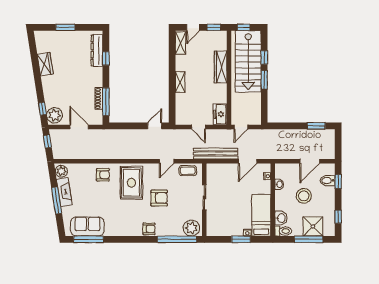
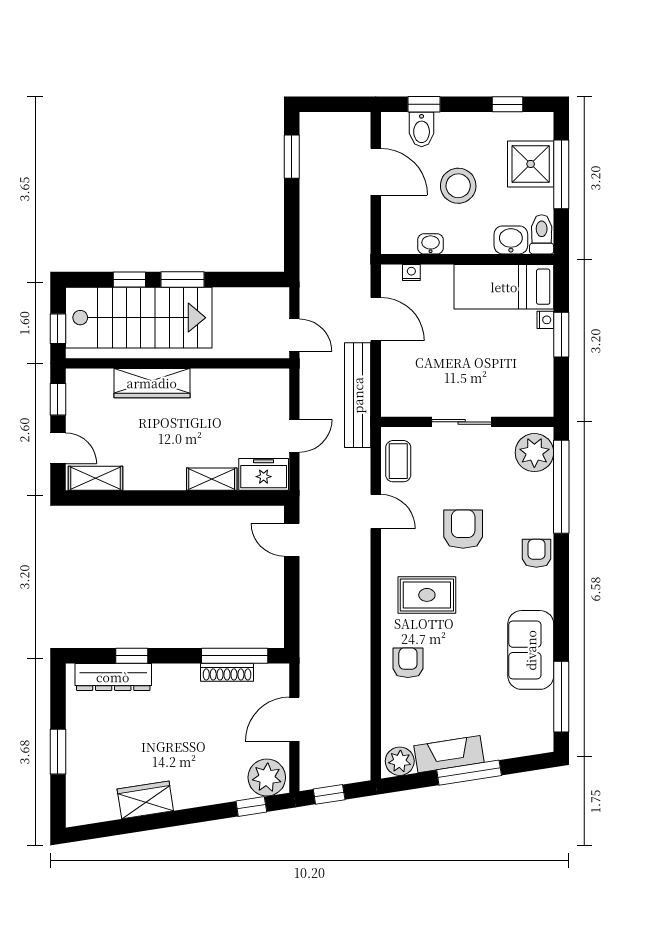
shelving: (180, 82) -> (212, 479), moved
freezer: (220, 114) -> (264, 474), moved, turned 180
rug: (131, 183) -> (427, 595), width x0.73, depth x0.70
sofa: (87, 226) -> (531, 650), moved

